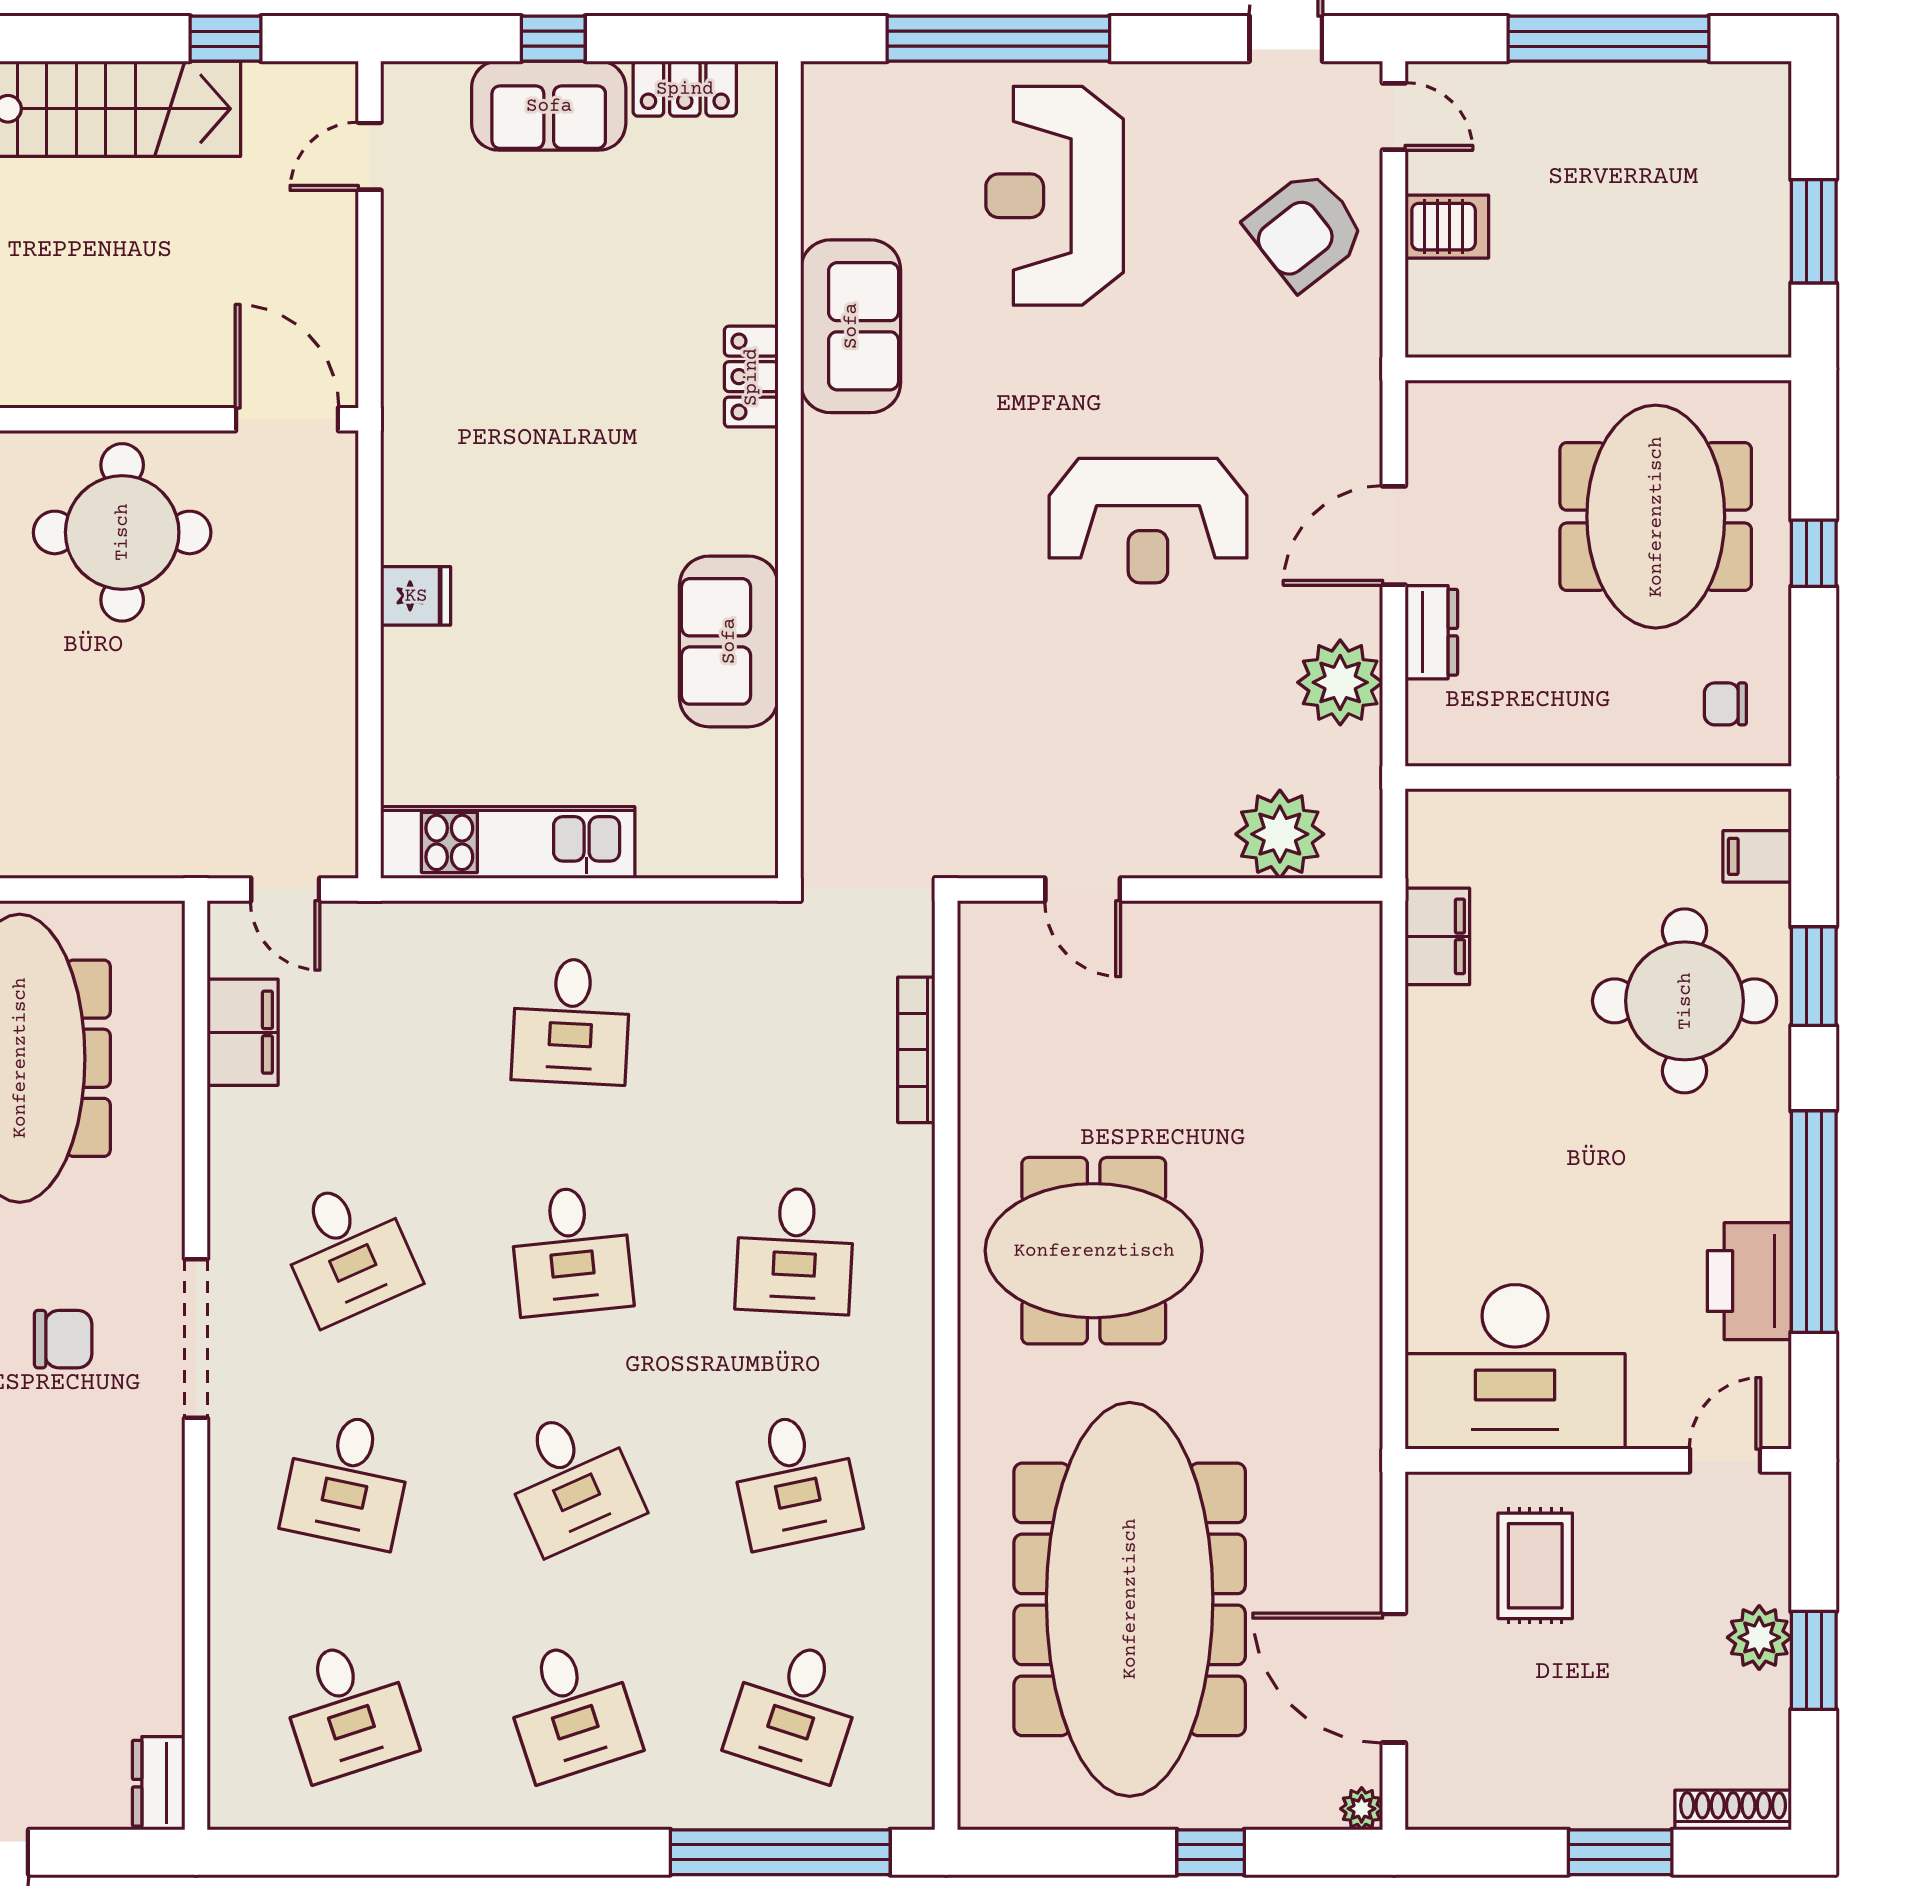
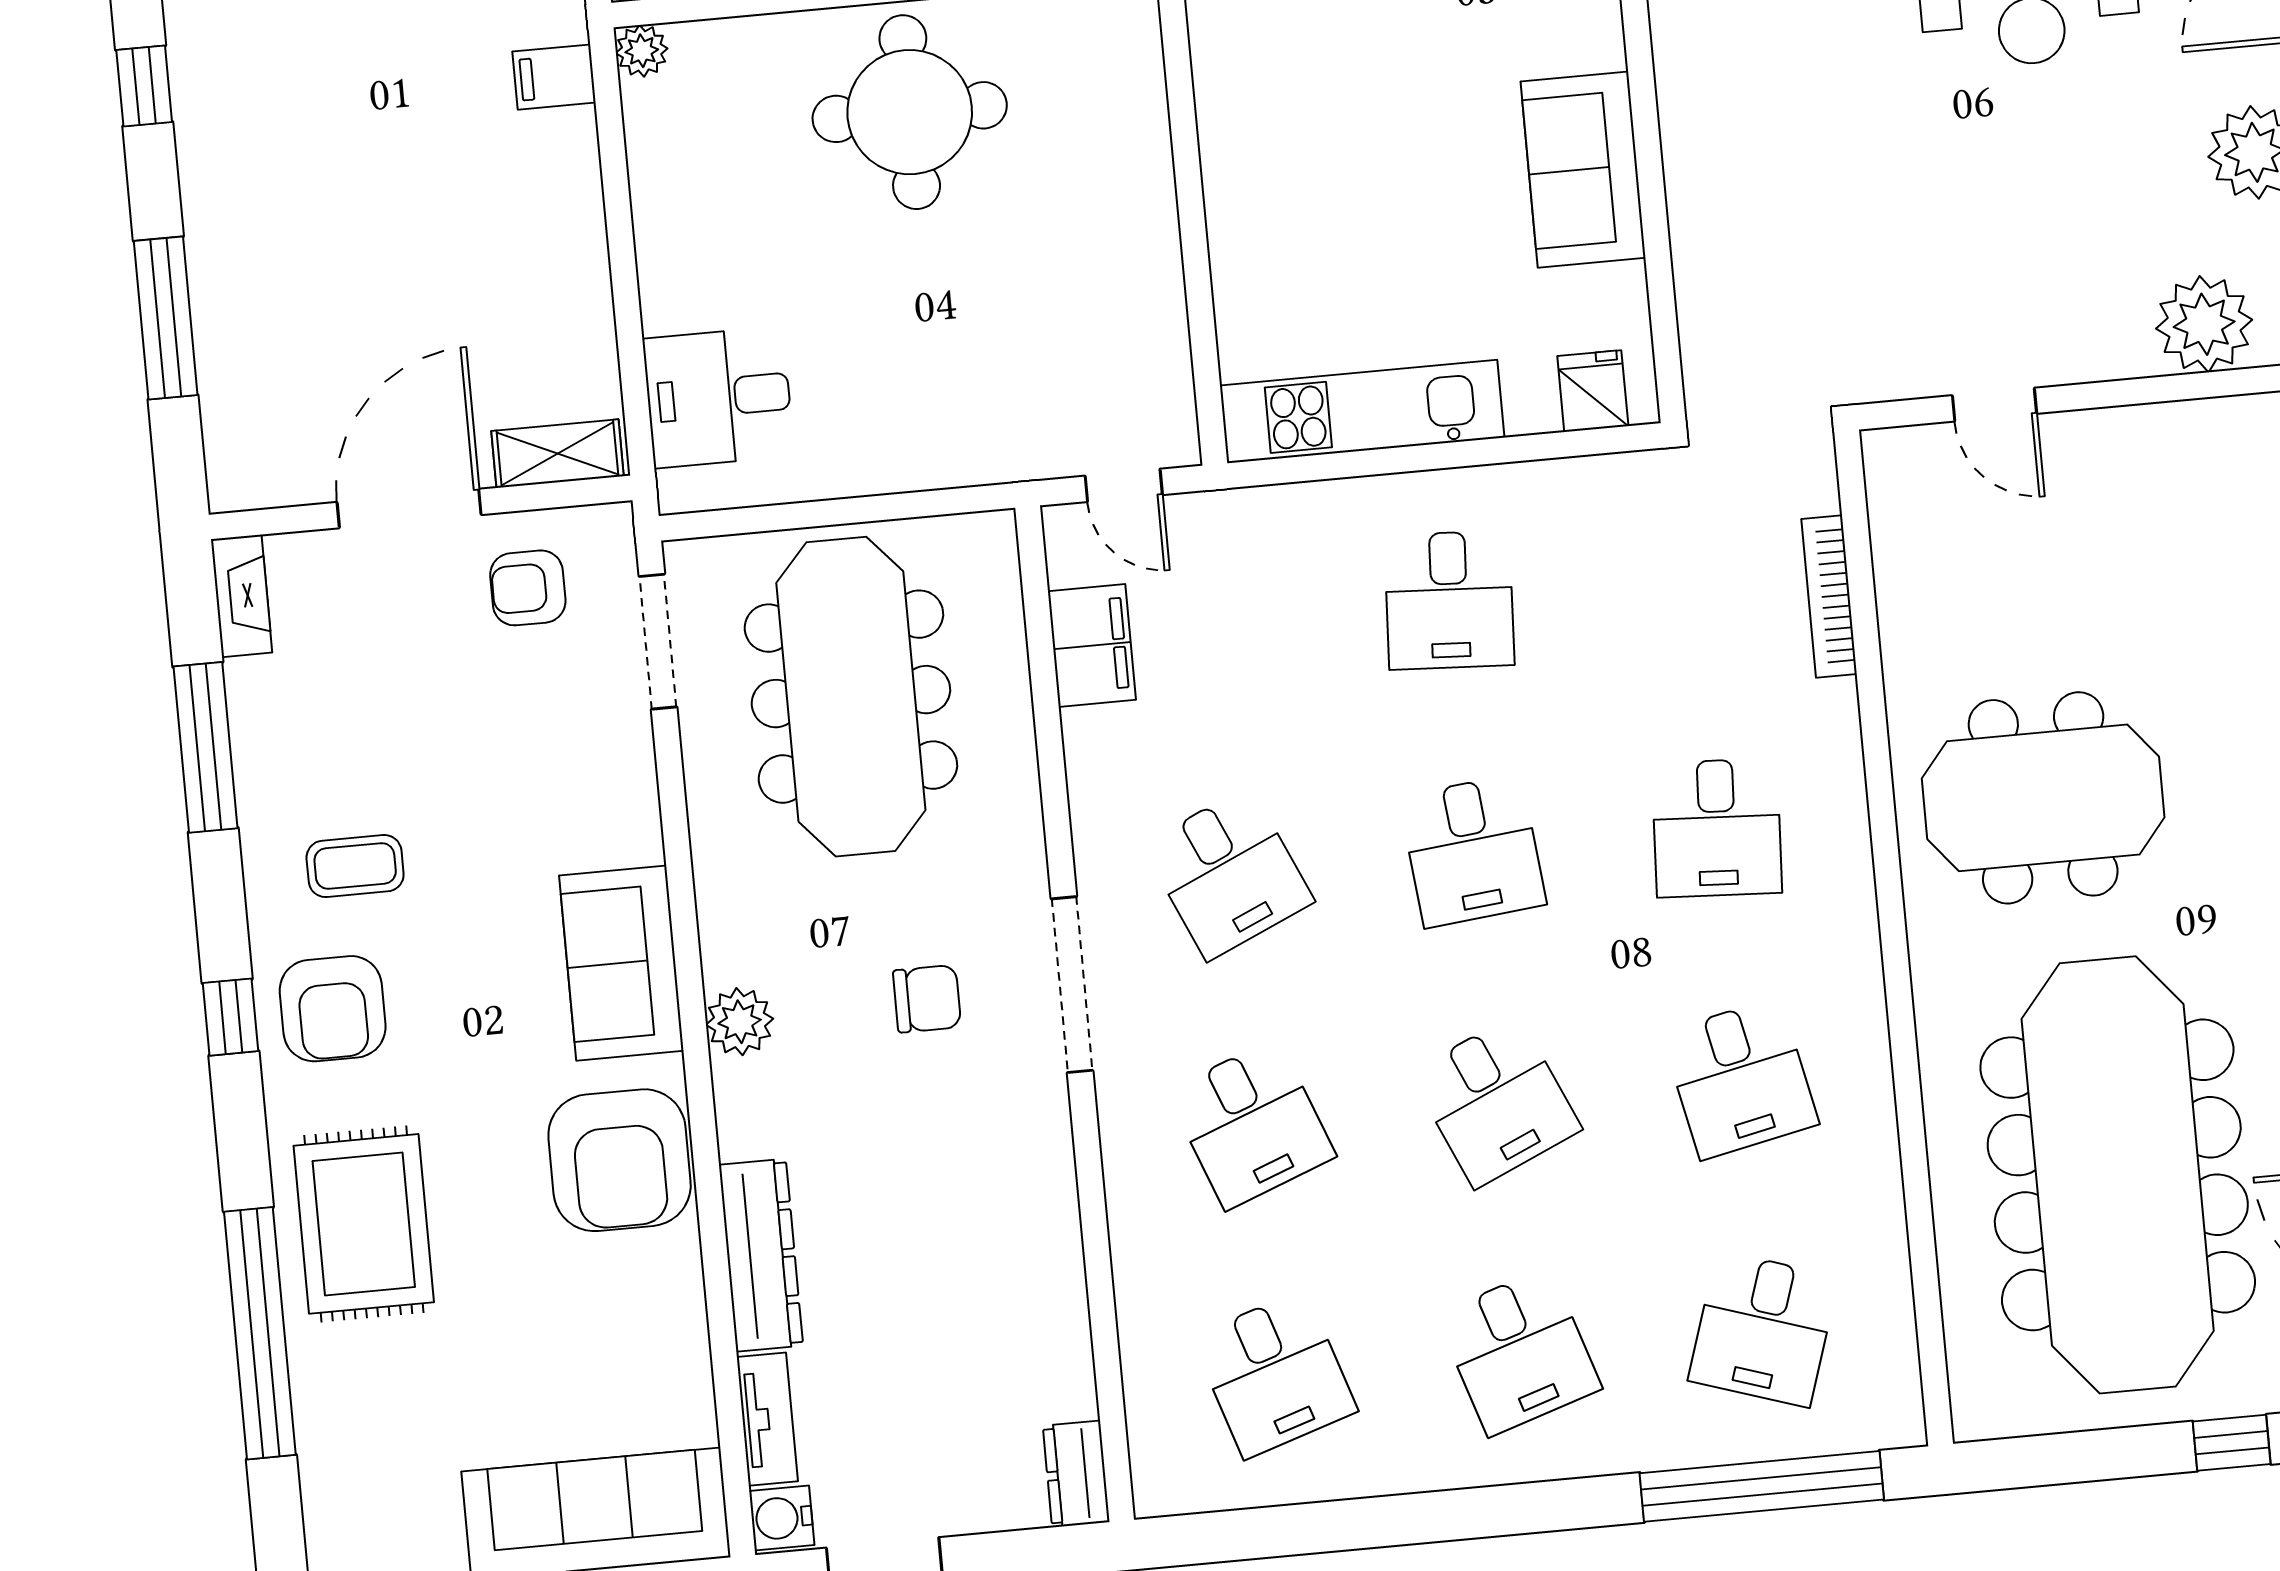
fridge: (416, 596) -> (1593, 391), moved, turned -90
desk: (347, 1480) -> (1251, 1124), turned -33

